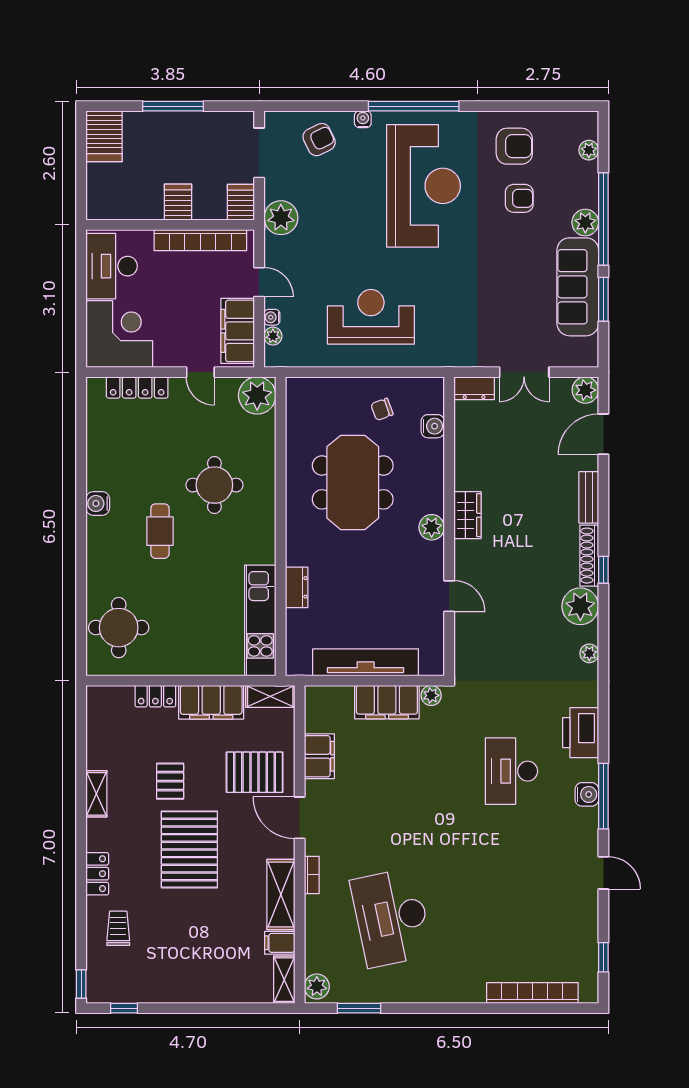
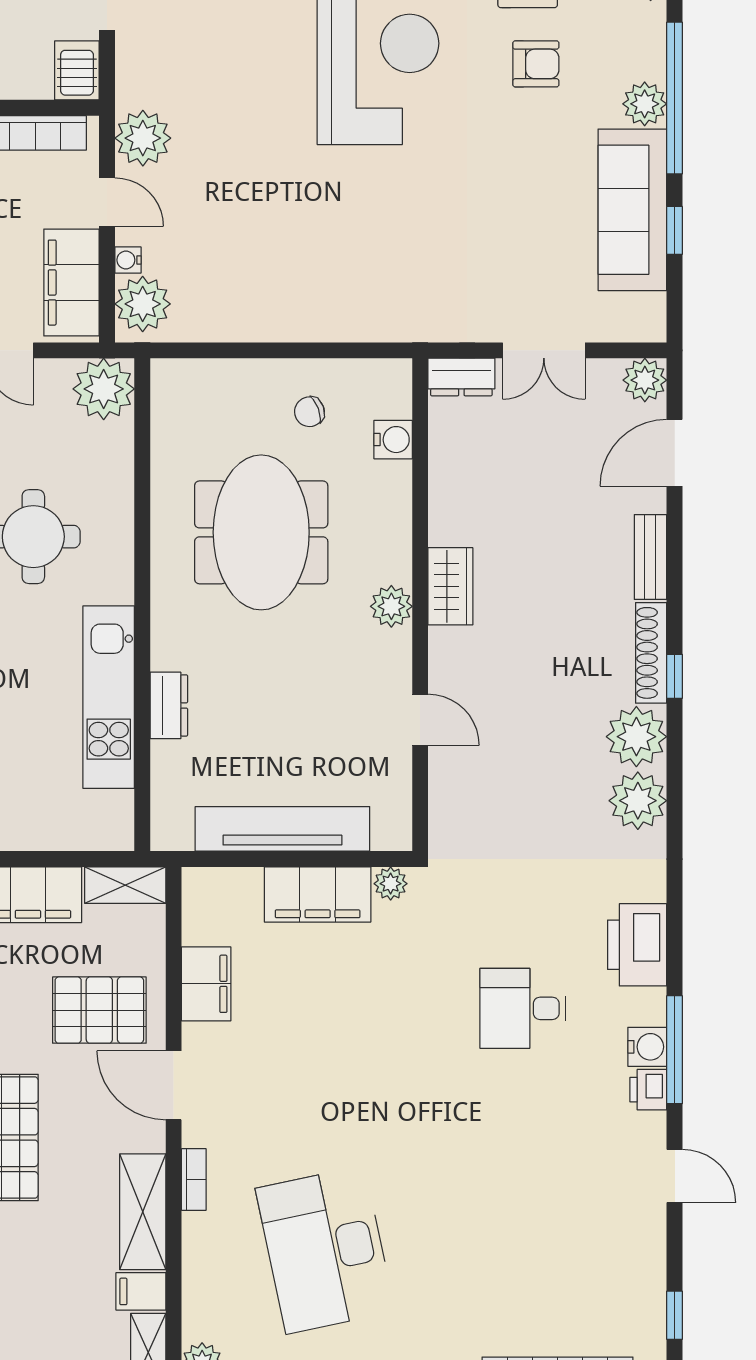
plant: (281, 218) -> (143, 138), moved
window: (603, 299) -> (675, 230), width x0.67
reception desk: (371, 317) -> (291, 259), removed
plant: (273, 336) -> (143, 304), width x1.87, depth x1.87
kitchen unit: (260, 620) -> (109, 697), moved
plant: (589, 653) -> (638, 801), width x1.88, depth x1.88
desk: (511, 771) -> (523, 1008), width x0.73
printer: (587, 820) -> (648, 1090), added

